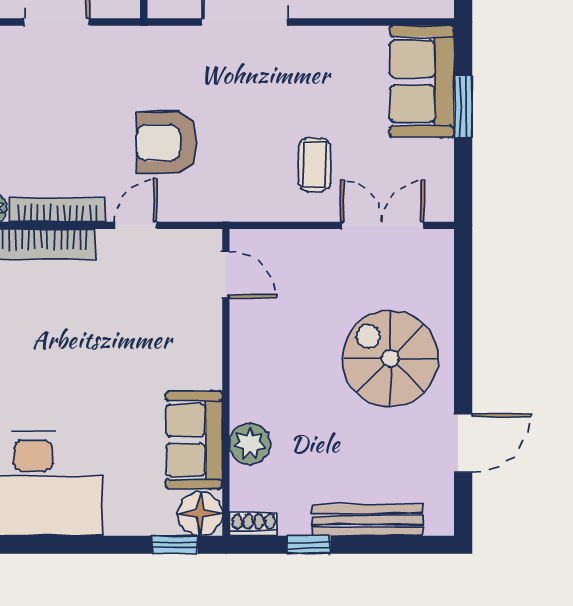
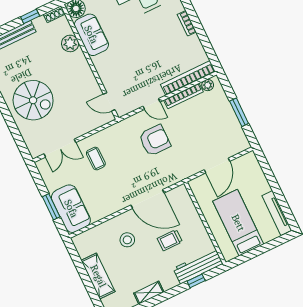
door: (136, 225) -> (152, 104), hinge flipped

